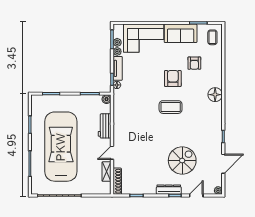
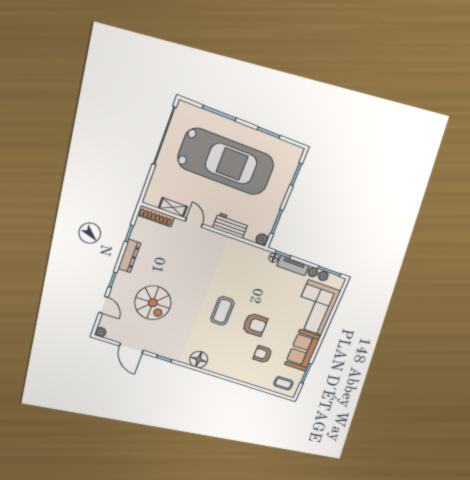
floor lamp: (215, 95) -> (199, 359), moved
dresser: (169, 190) -> (129, 256), moved

